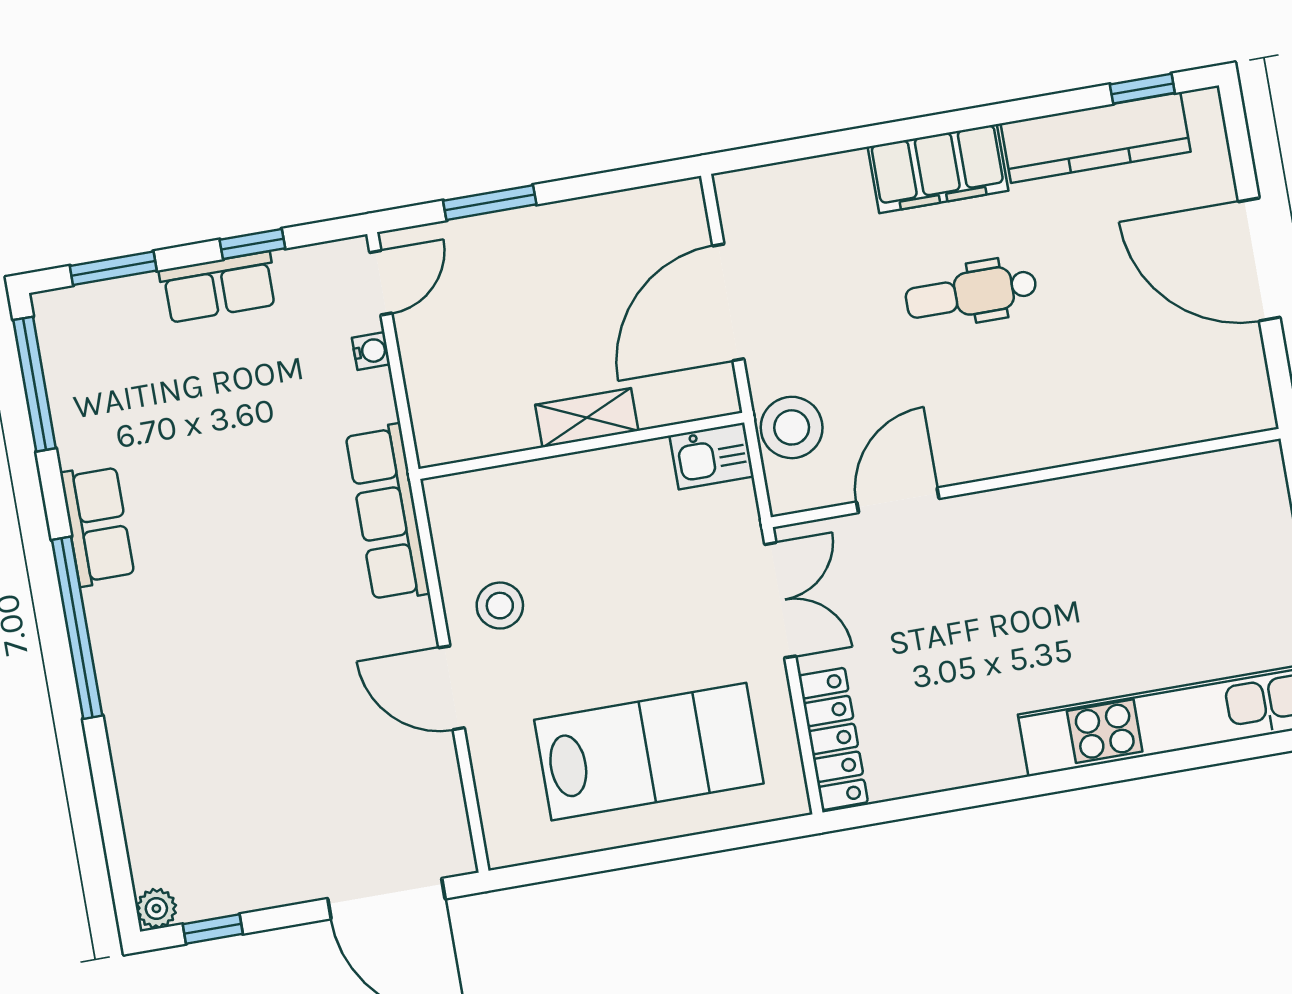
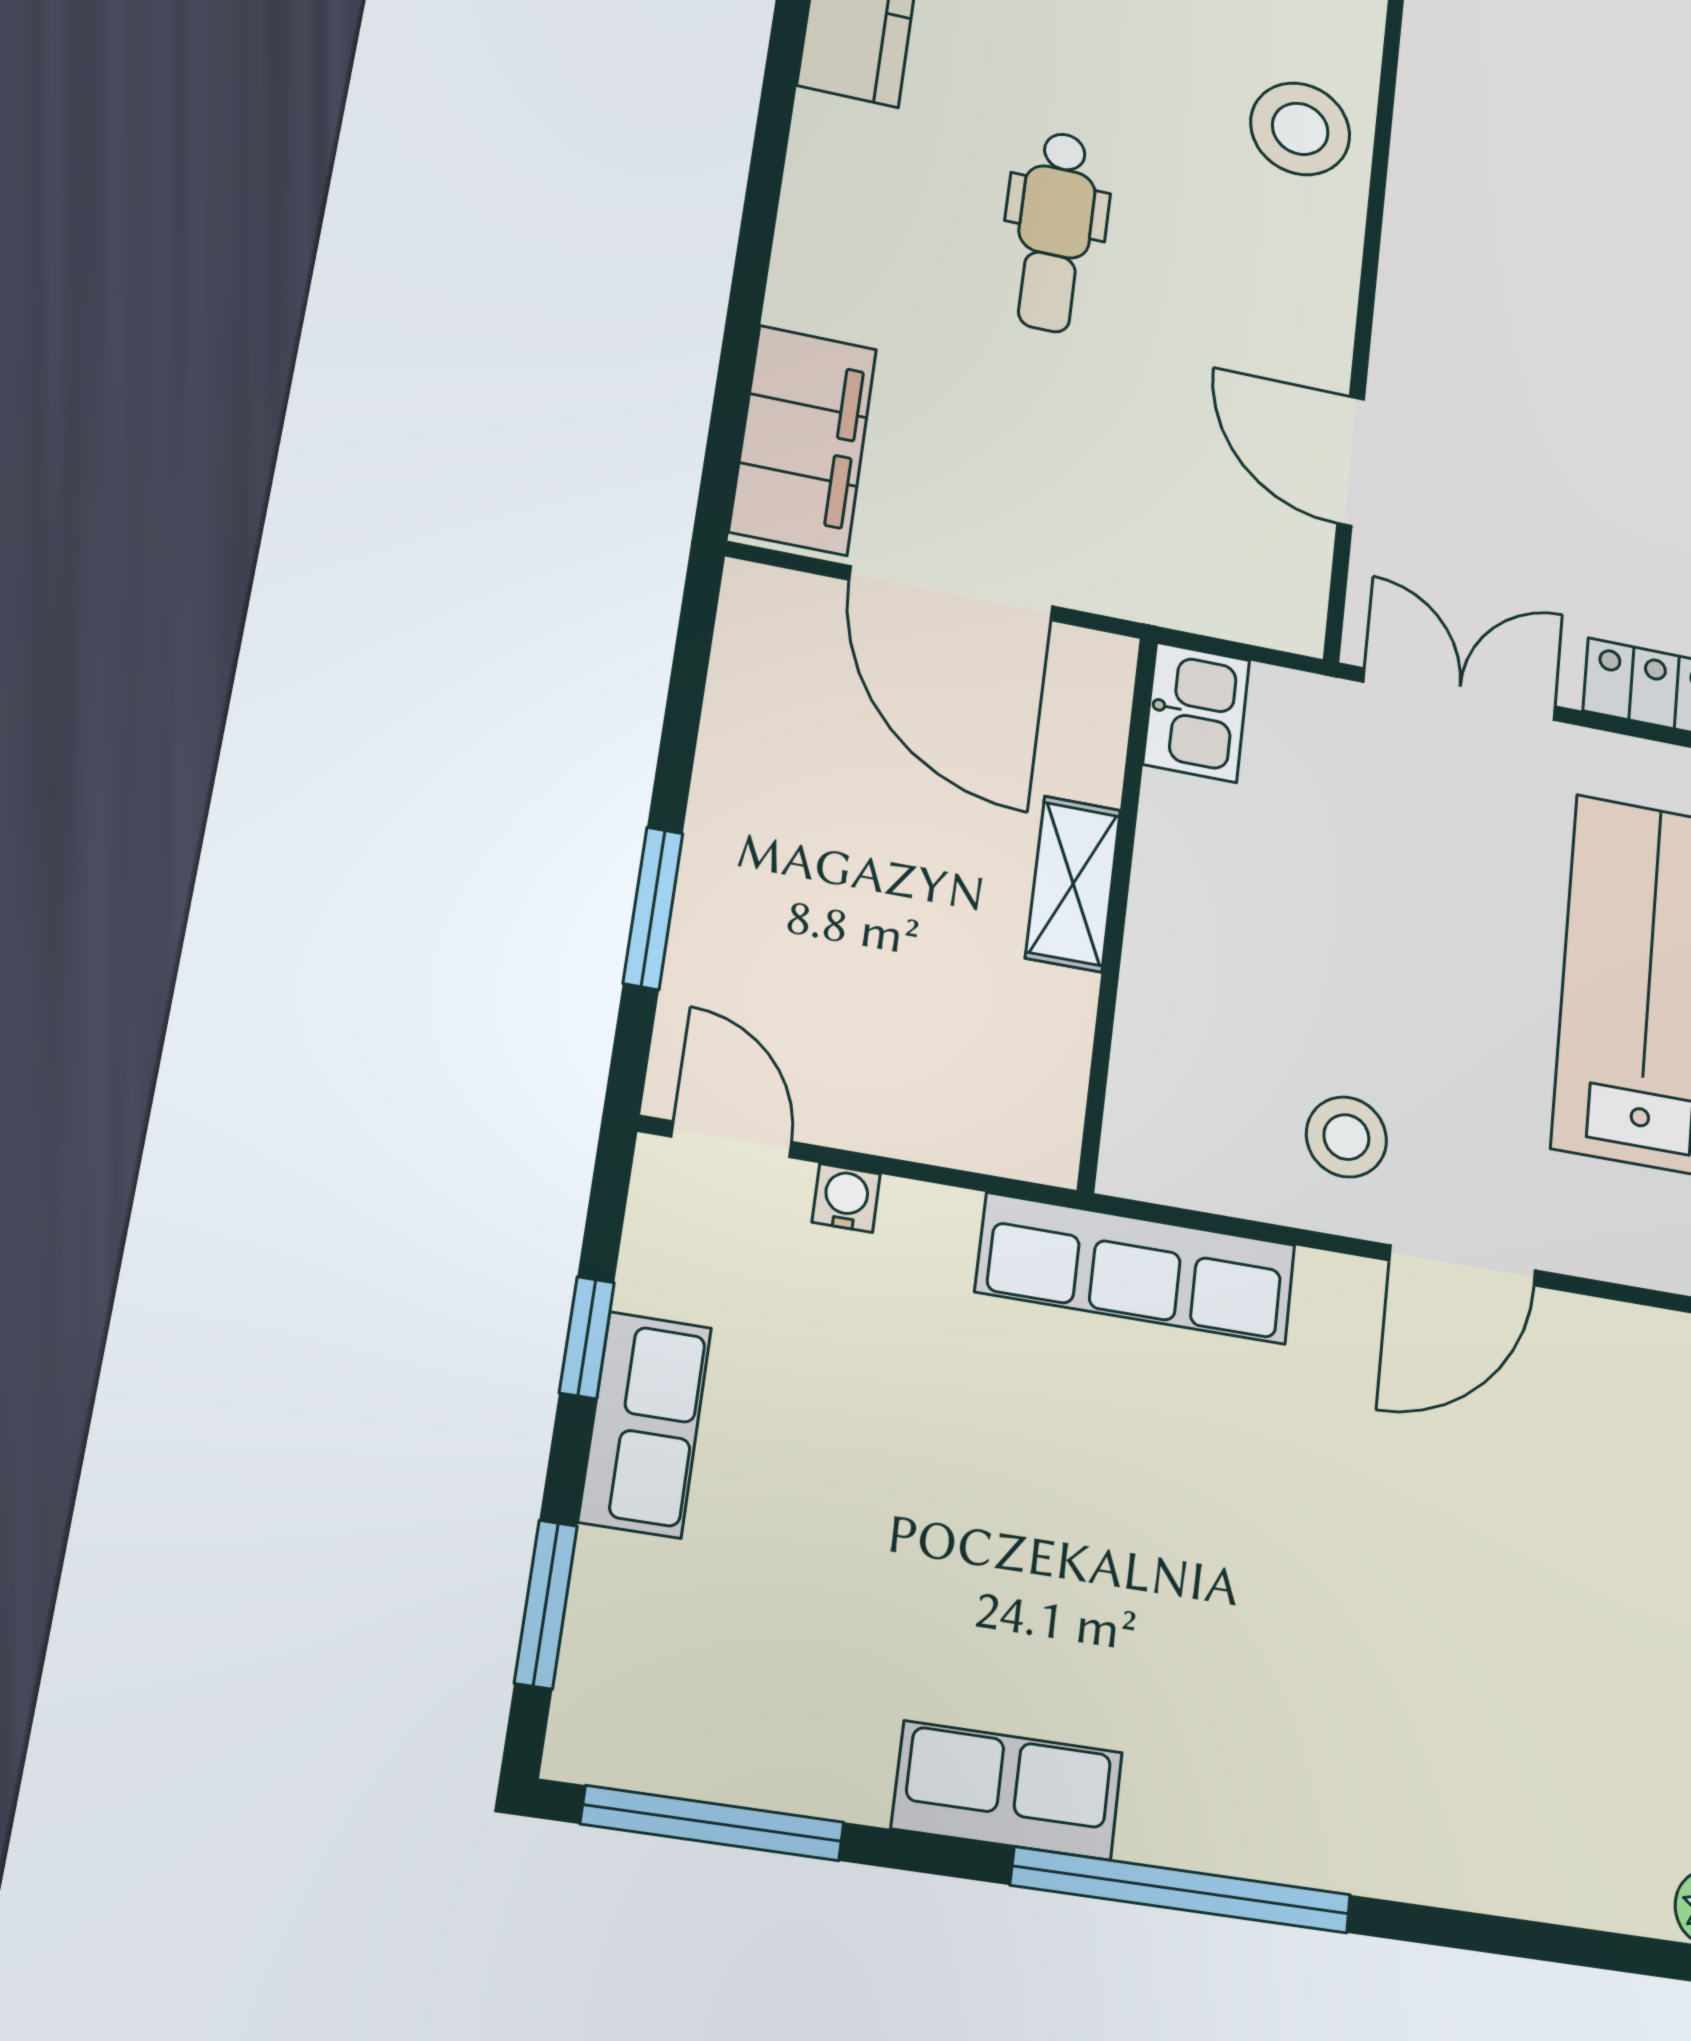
filing cabinet: (938, 169) -> (803, 440), moved
stool: (792, 427) -> (1300, 129), moved

